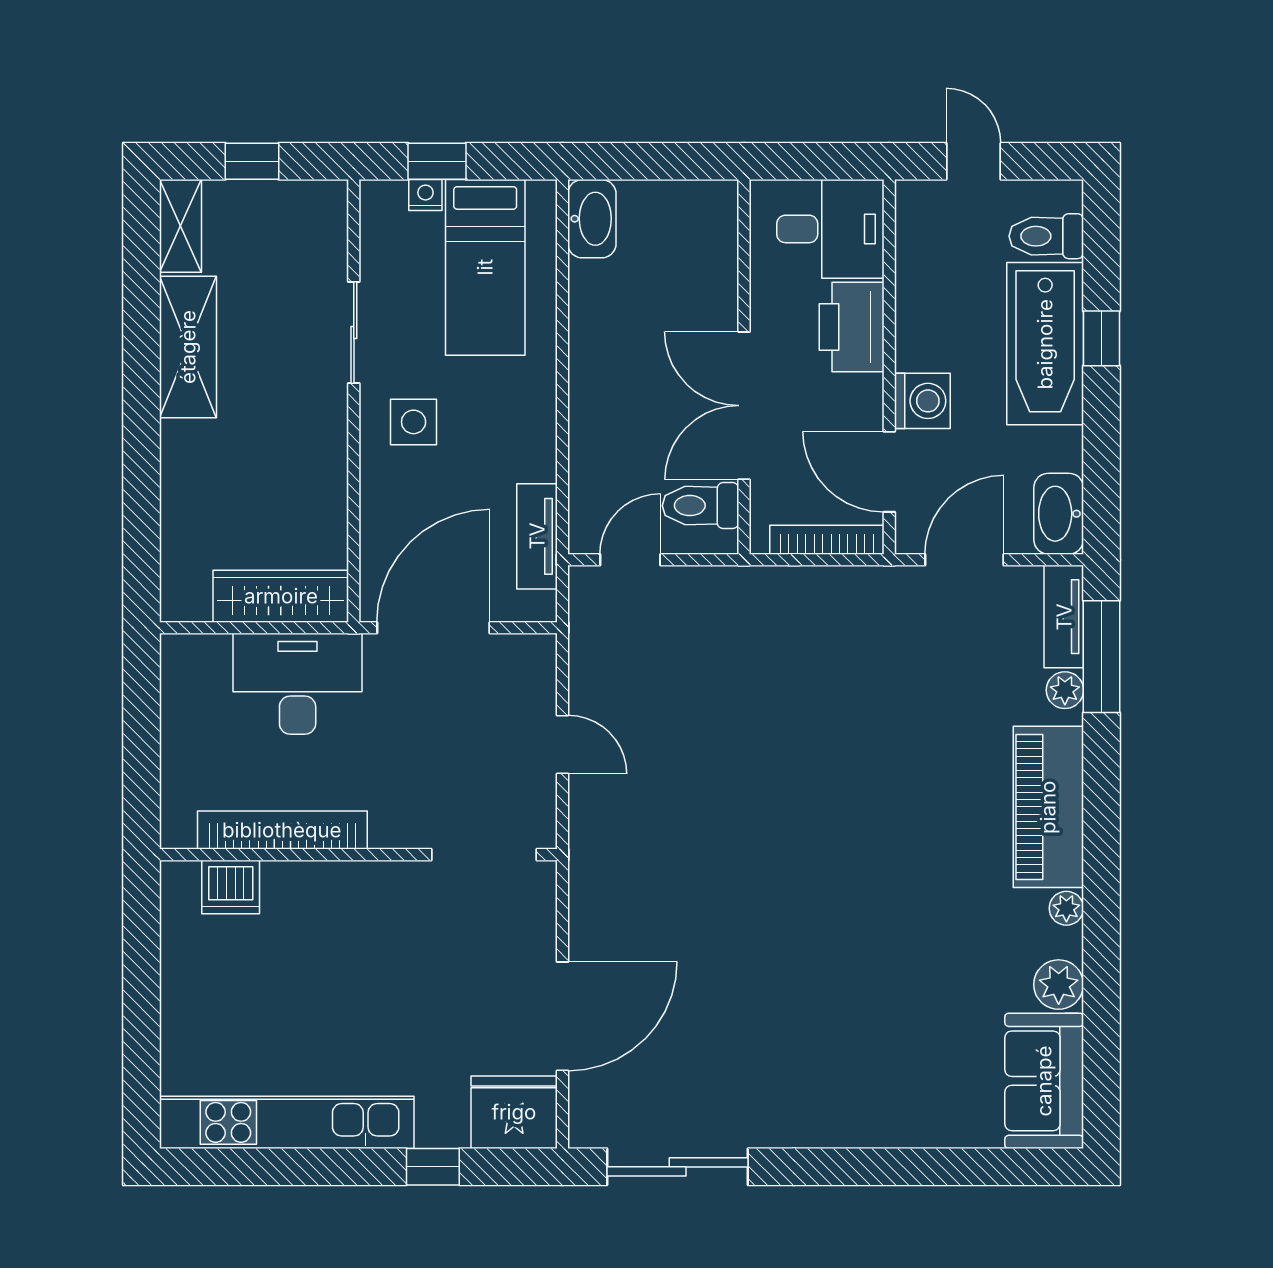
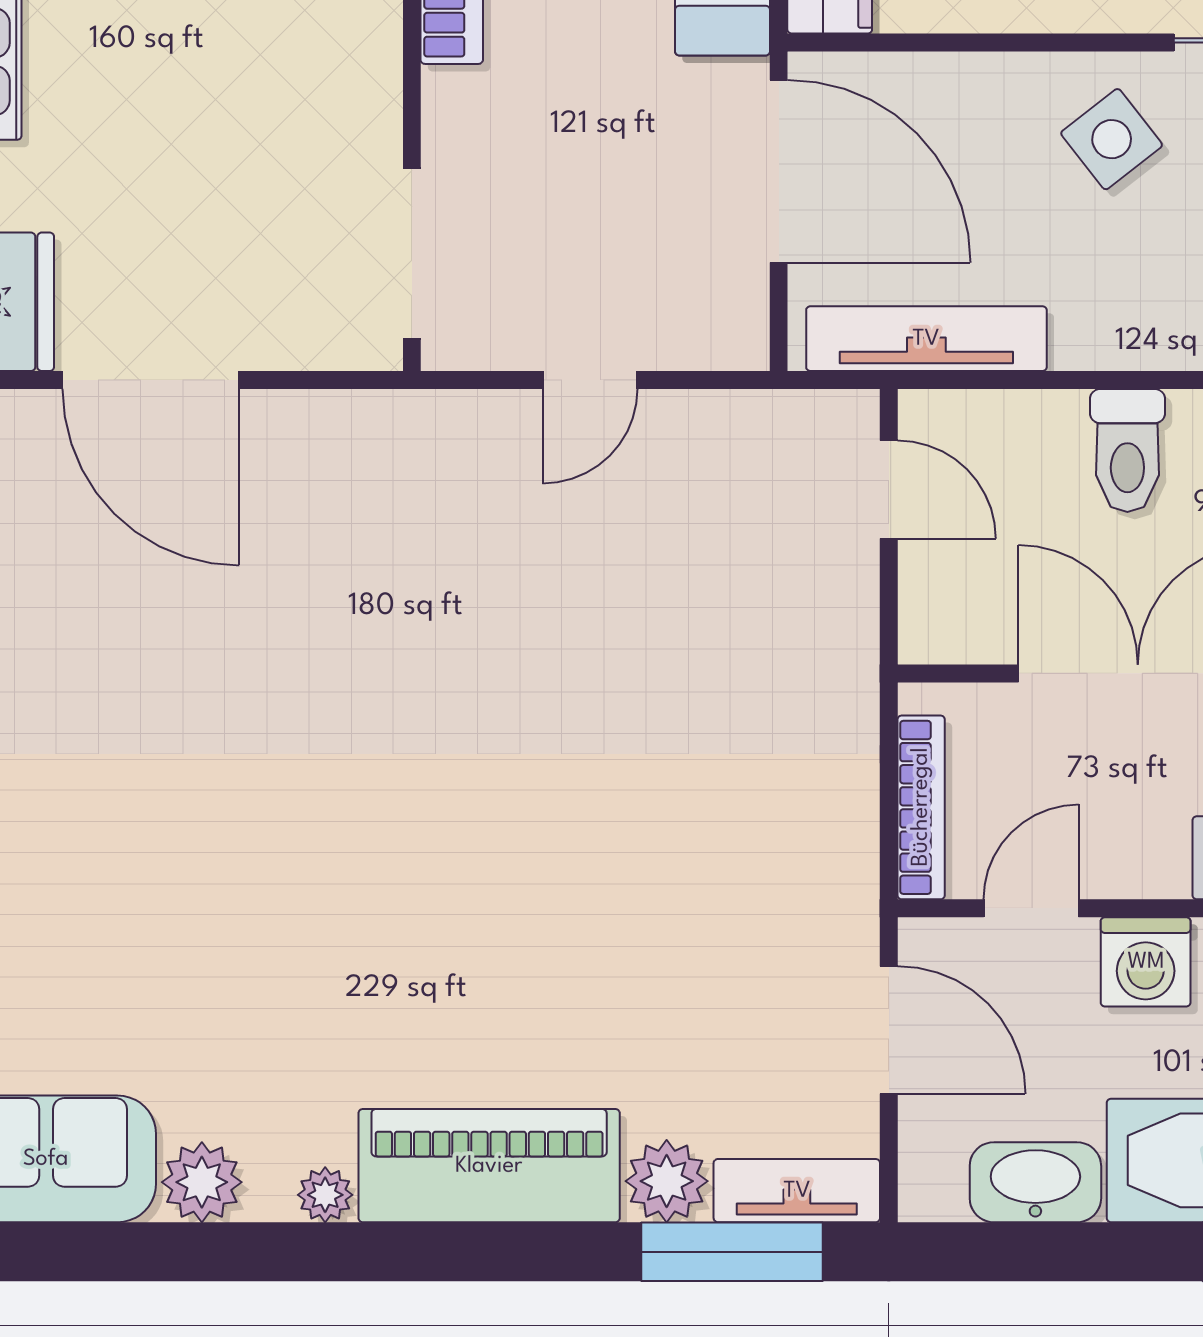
side table: (414, 422) -> (1112, 139), turned -38
door: (889, 472) -> (1031, 908), width x0.73
toilet: (700, 506) -> (1127, 450), moved, turned 180
washbasin: (1059, 514) -> (1035, 1182), moved
tv unit: (537, 536) -> (926, 339), width x1.41
plant: (1065, 690) -> (667, 1181), width x1.38, depth x1.38

